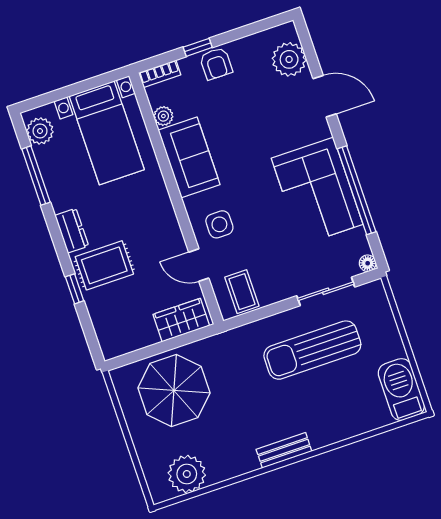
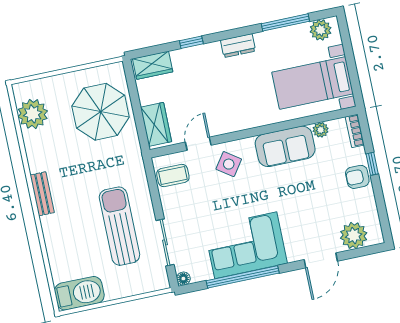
side table: (219, 224) -> (229, 164), turned 35
rug: (104, 265) -> (207, 68), removed
wardrobe: (109, 333) -> (153, 65), added

